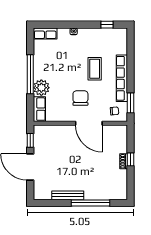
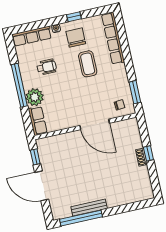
window: (107, 25) -> (74, 17), moved
row of seats: (45, 33) -> (32, 36), width x1.48
wheelchair: (58, 63) -> (47, 67), added
row of seats: (122, 78) -> (113, 38), moved
chair: (80, 98) -> (76, 38), moved
window: (91, 203) -> (81, 218), moved

